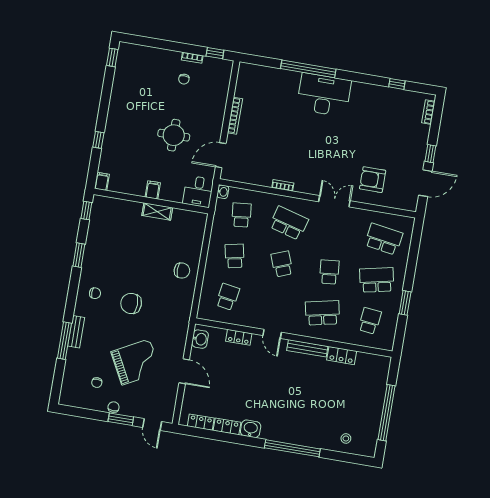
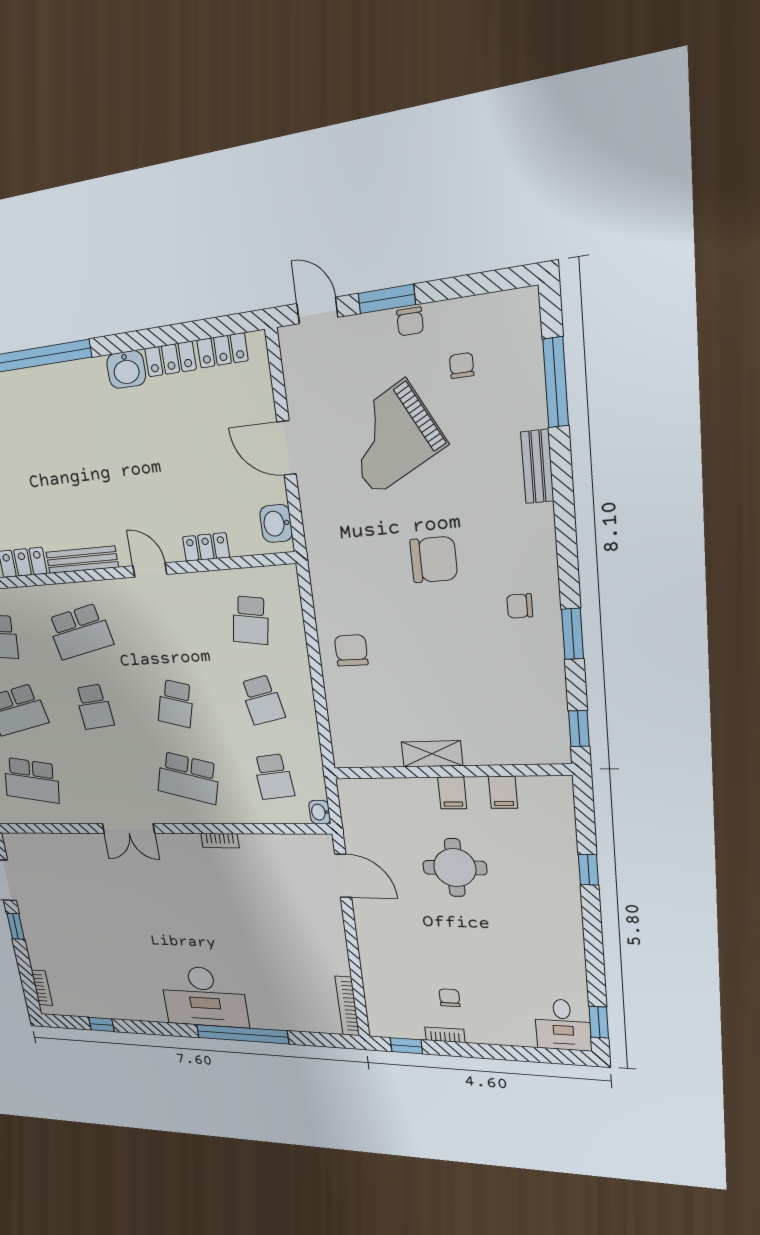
bookcase: (235, 116) -> (347, 1006), moved
round table: (174, 135) -> (455, 868), moved
door: (221, 155) -> (343, 876), hinge flipped
armchair: (373, 180) -> (83, 873), removed
filing cabinet: (102, 181) -> (503, 792), moved
desk: (198, 191) -> (563, 1025), moved, turned 180
school desk: (282, 264) -> (176, 703), turned 36
chair: (182, 271) -> (351, 650), turned 90
chair: (95, 293) -> (520, 606), moved
window: (64, 341) -> (556, 383), moved

